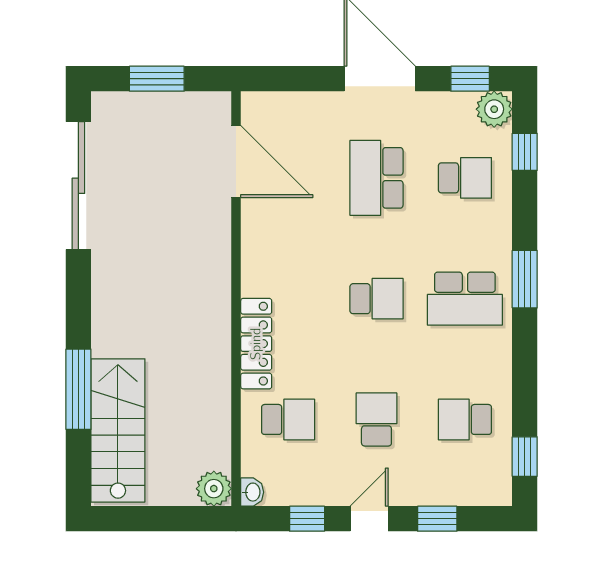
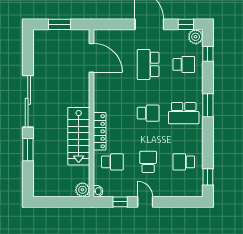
sliding door: (78, 186) -> (28, 101), moved
window: (78, 389) -> (28, 150), width x0.69
stairs: (118, 430) -> (79, 136), moved, turned 180
door: (369, 519) -> (145, 202), hinge flipped
window: (437, 519) -> (173, 202), removed

